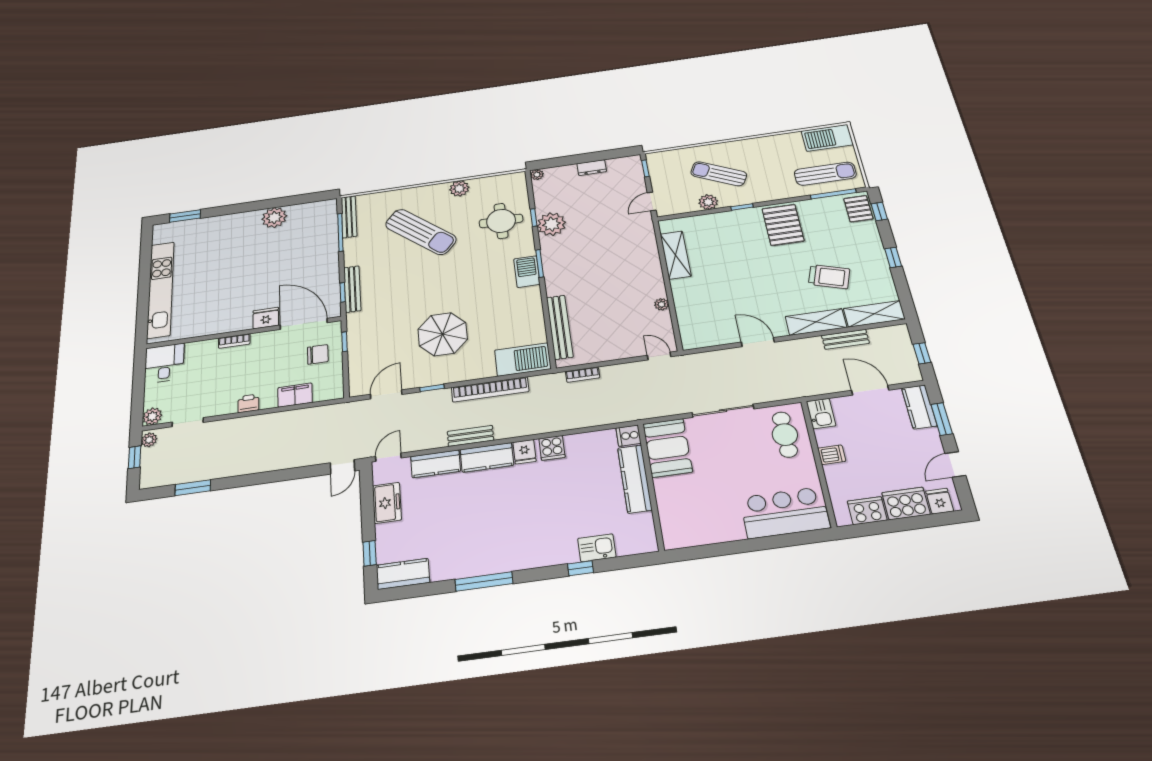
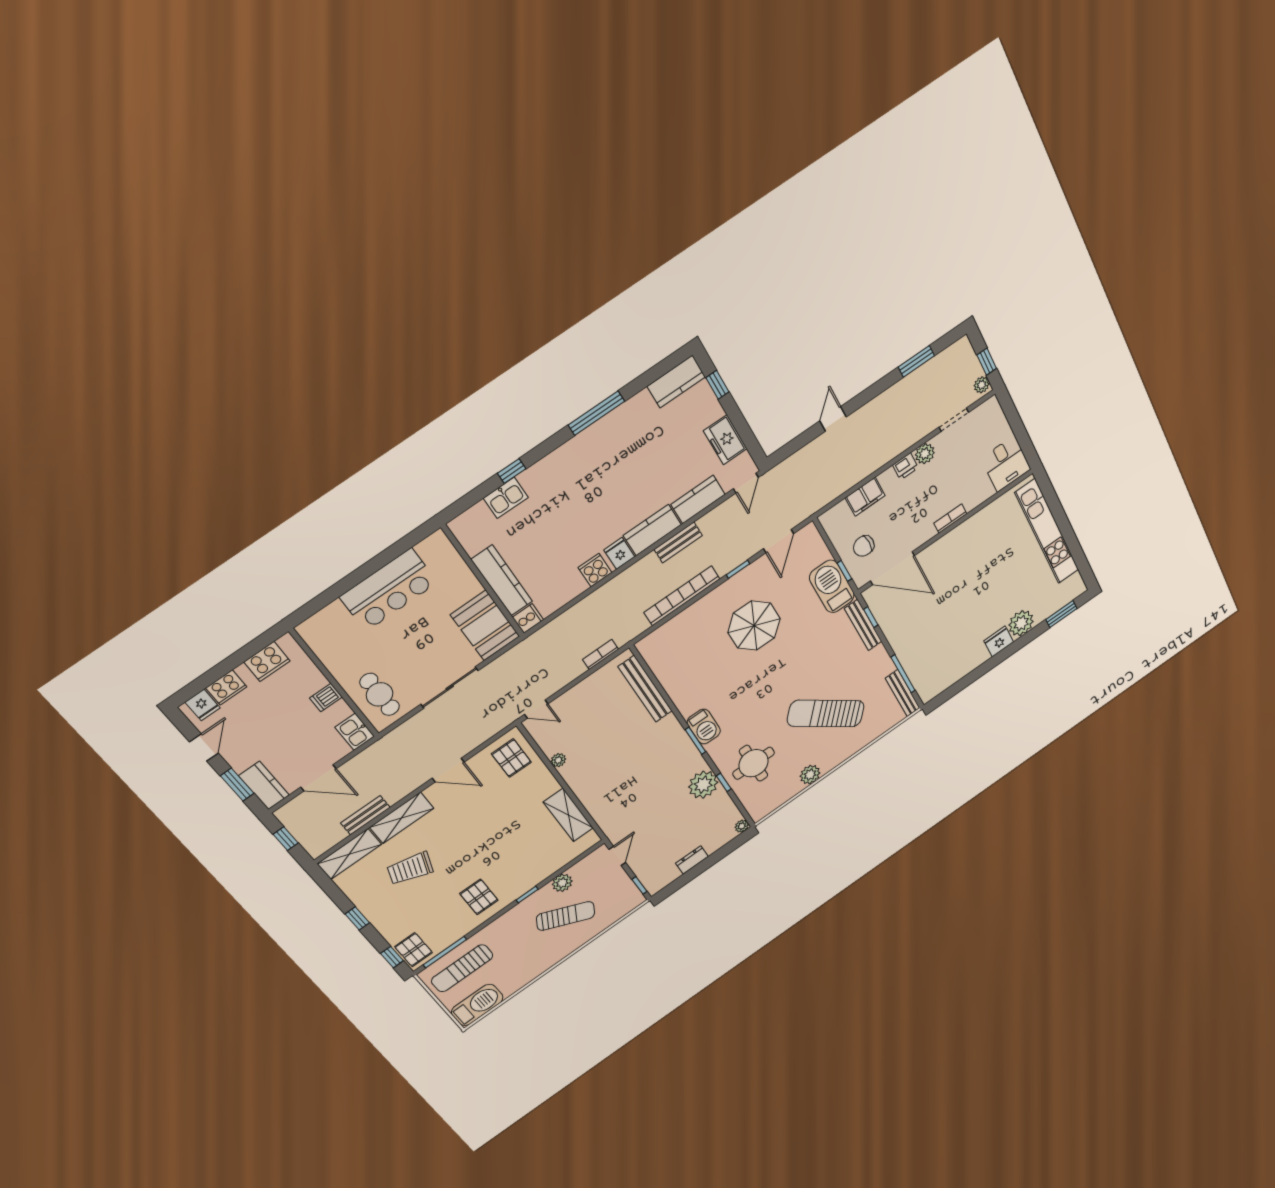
plant: (274, 218) -> (1021, 623), moved
pallet: (783, 225) -> (479, 897), width x0.67, depth x0.71
fridge: (266, 318) -> (999, 641), moved, turned 180
pallet: (700, 326) -> (511, 758), added
barbecue: (523, 360) -> (832, 586), moved, turned 90
plant: (152, 416) -> (925, 454), moved
door: (342, 467) -> (833, 419), moved
cooker: (906, 503) -> (226, 687), width x0.73, depth x0.76
bar counter: (785, 513) -> (389, 590), moved

